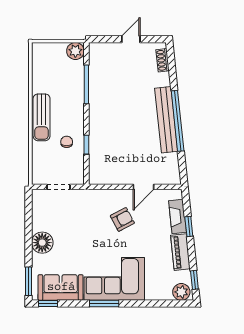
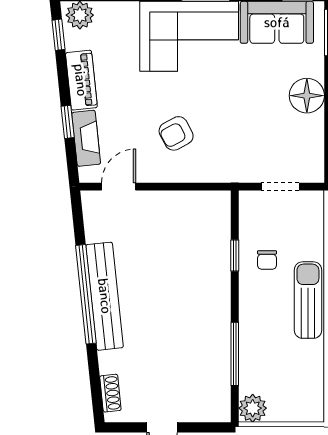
door: (144, 187) -> (119, 187), moved

